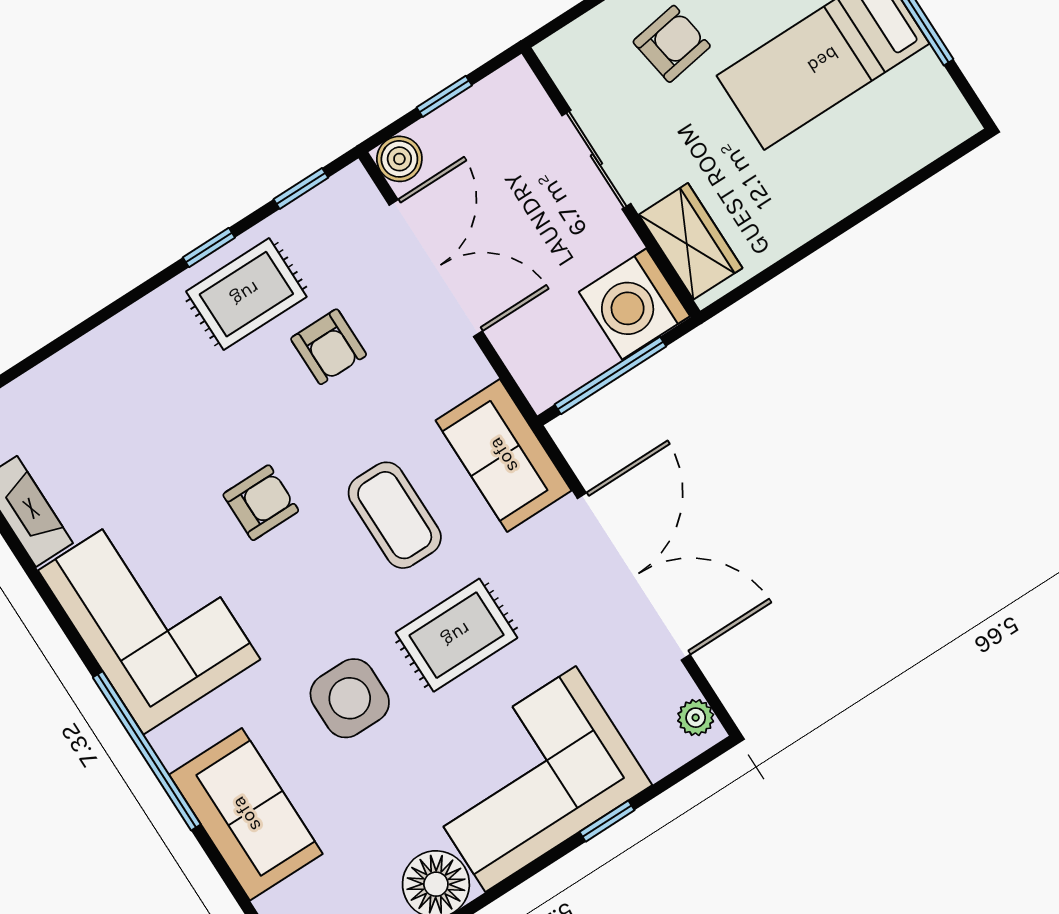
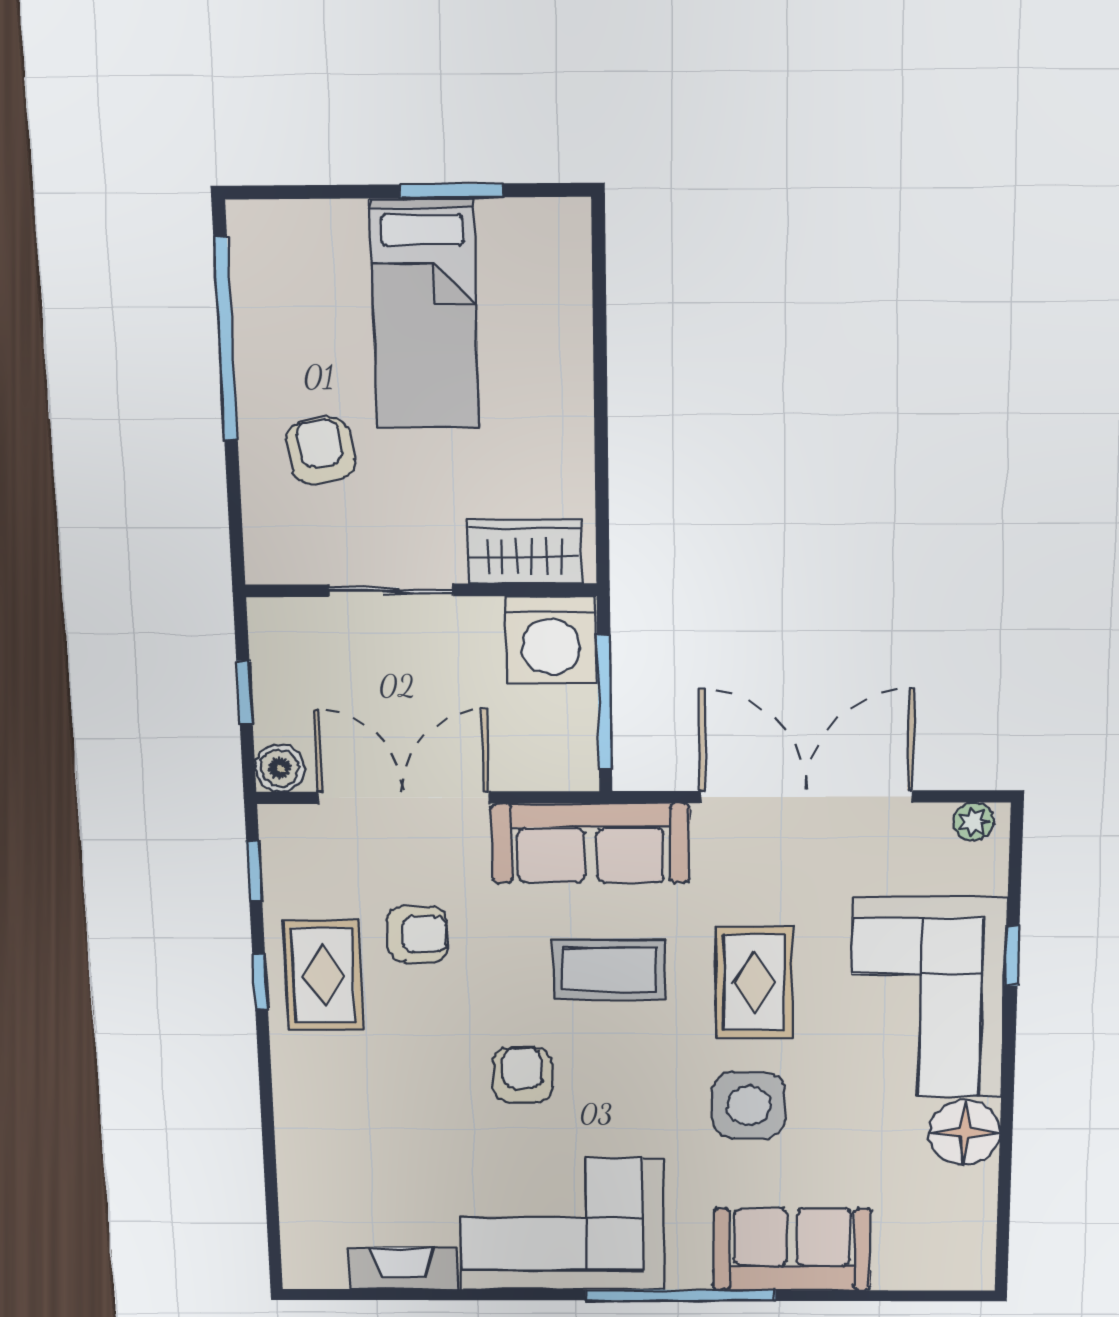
sofa: (503, 455) -> (591, 843), width x1.36

